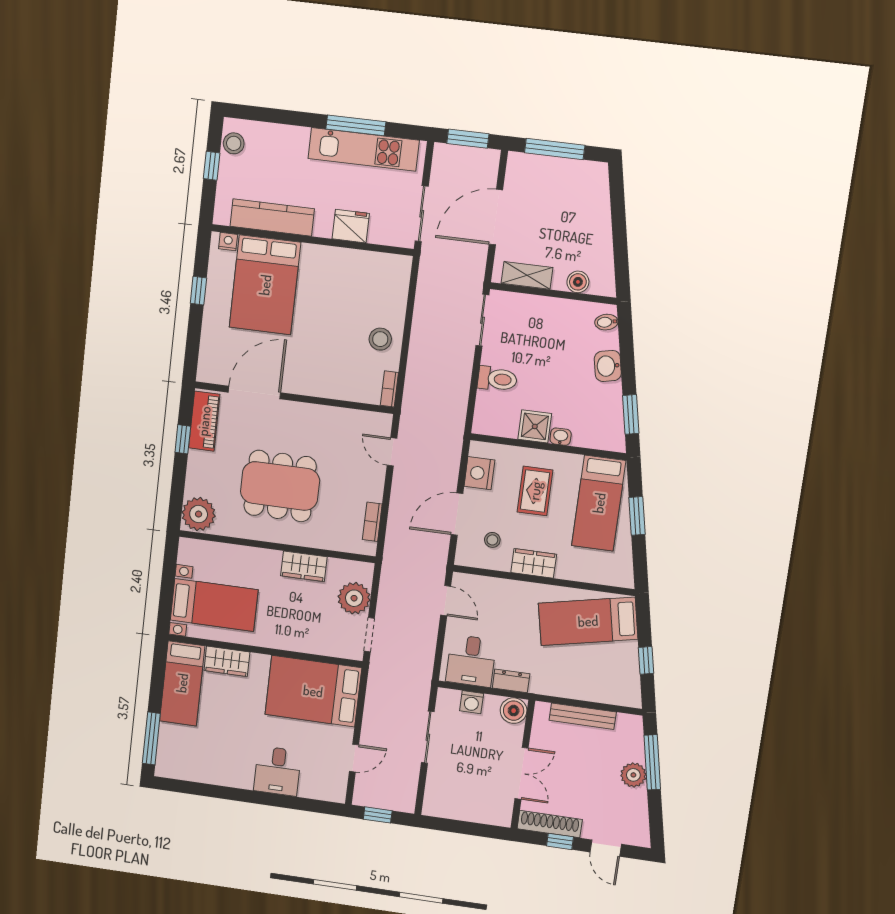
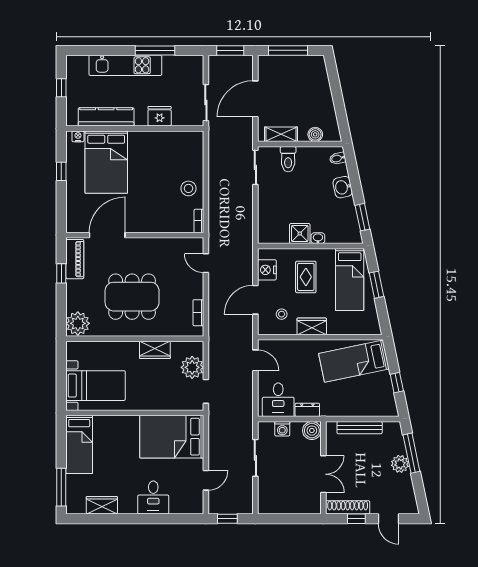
stool: (234, 143) -> (75, 71), removed
kitchen unit: (363, 149) -> (125, 65), moved
toilet: (497, 379) -> (288, 159), moved, turned 90
wardrobe: (227, 661) -> (102, 505), moved, turned 180

